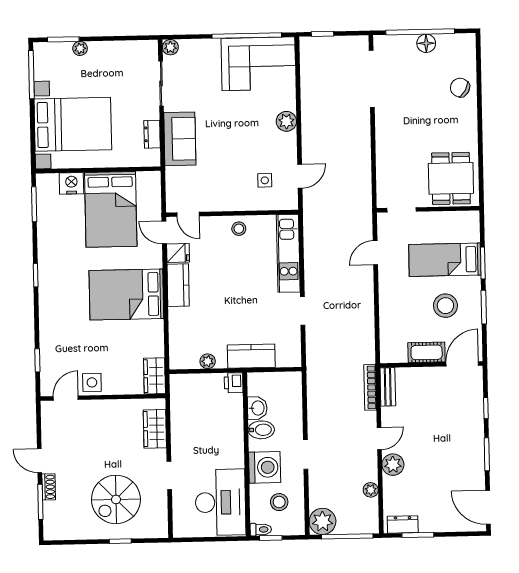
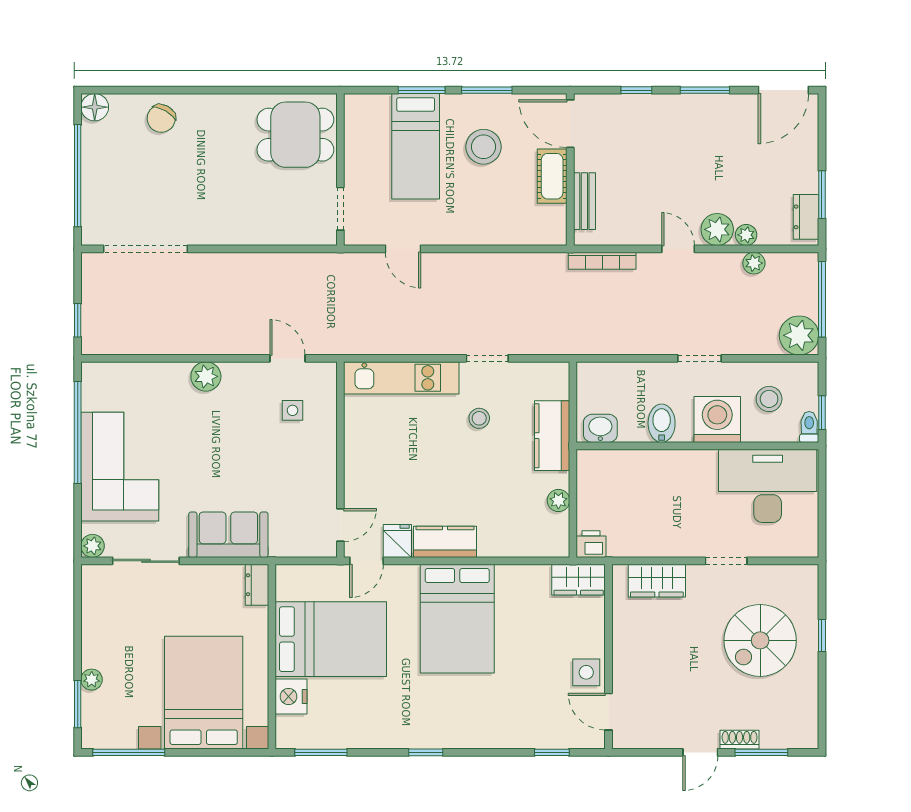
floor lamp: (426, 43) -> (95, 107), moved
corner sofa: (258, 64) -> (120, 467), moved
dresser: (152, 134) -> (257, 585), moved, turned 90
stool: (239, 229) -> (479, 418), moved
printer: (234, 383) -> (591, 544), moved, turned 180
bench: (388, 387) -> (584, 201), moved, turned 90
washbasin: (257, 408) -> (600, 428), moved
plant: (390, 484) -> (746, 235), added
spiral stairs: (116, 499) -> (760, 640), turned 90

